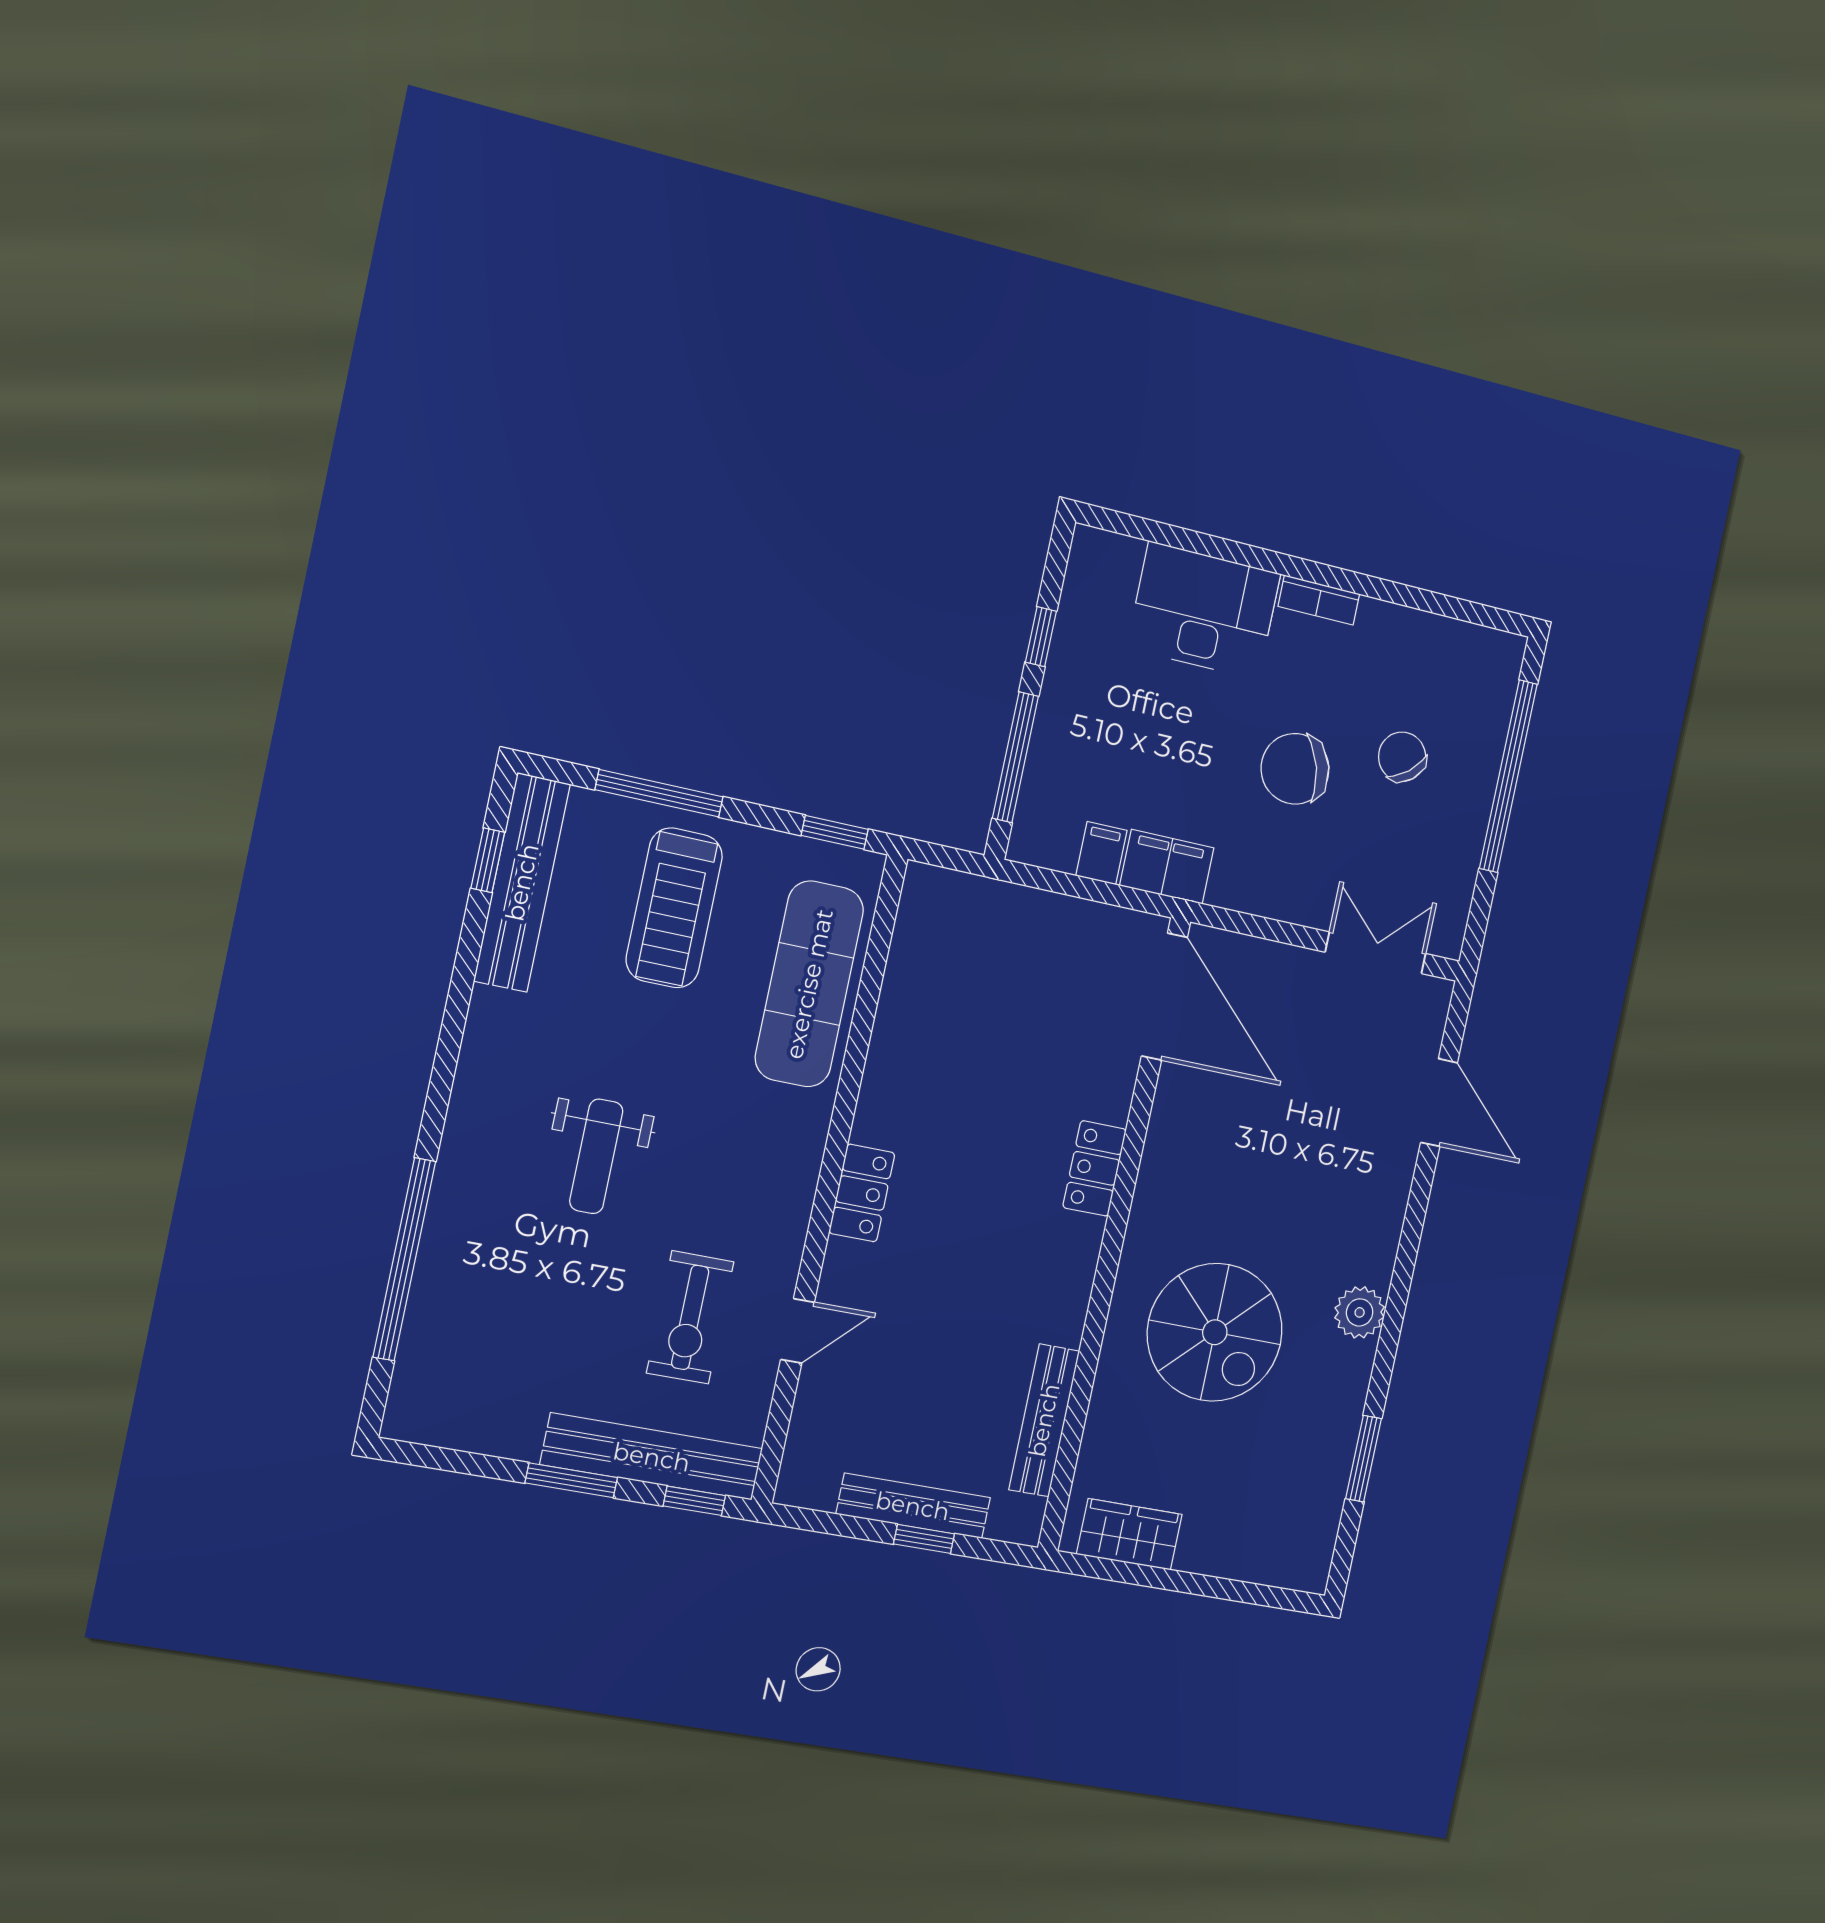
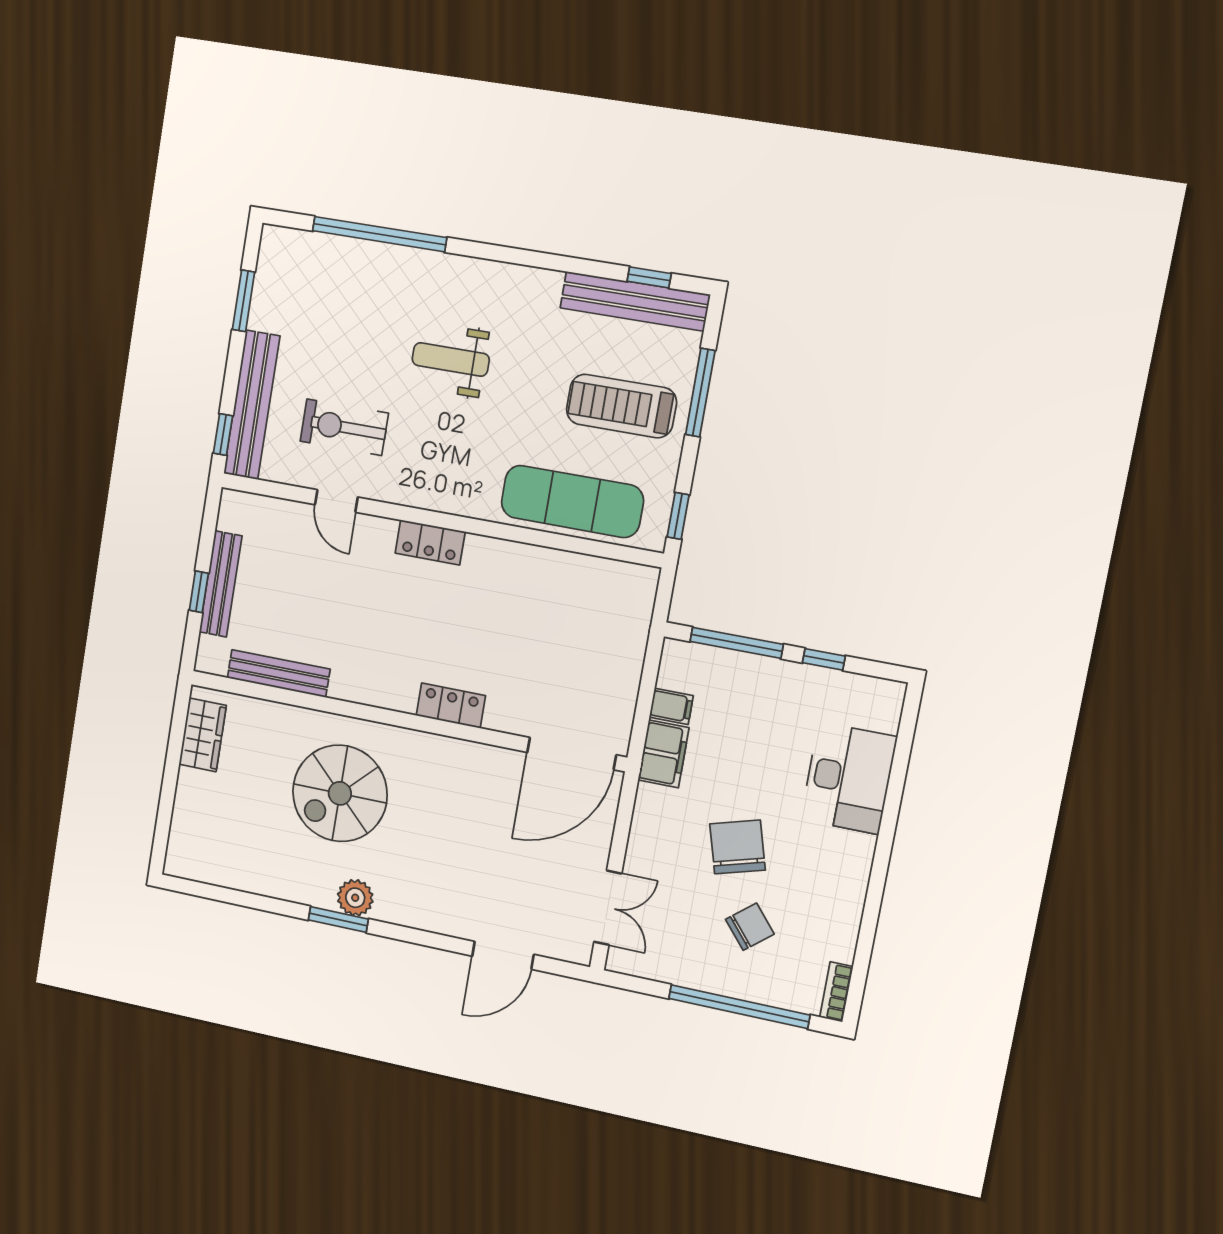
bookcase: (1319, 600) -> (836, 992), moved
window: (1364, 1459) -> (338, 919), moved
window: (571, 1480) -> (244, 301), moved

